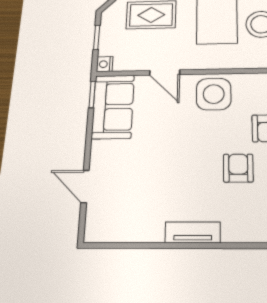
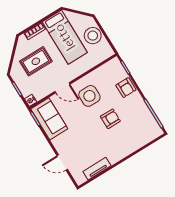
side table: (214, 94) -> (89, 96), moved
armchair: (238, 168) -> (110, 119), moved, turned 90
tv unit: (193, 232) -> (97, 169), moved

